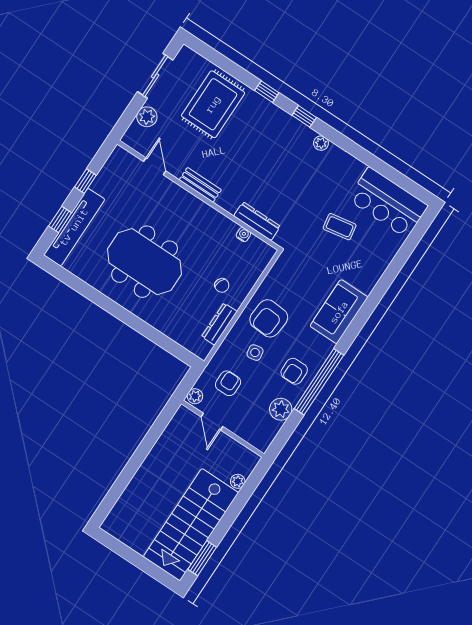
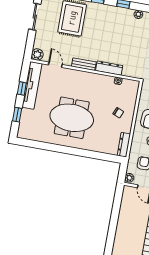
plant: (147, 117) -> (37, 54), moved
dresser: (257, 221) -> (109, 68), moved
tv unit: (74, 227) -> (32, 85), moved
dresser: (219, 324) -> (124, 145), moved

